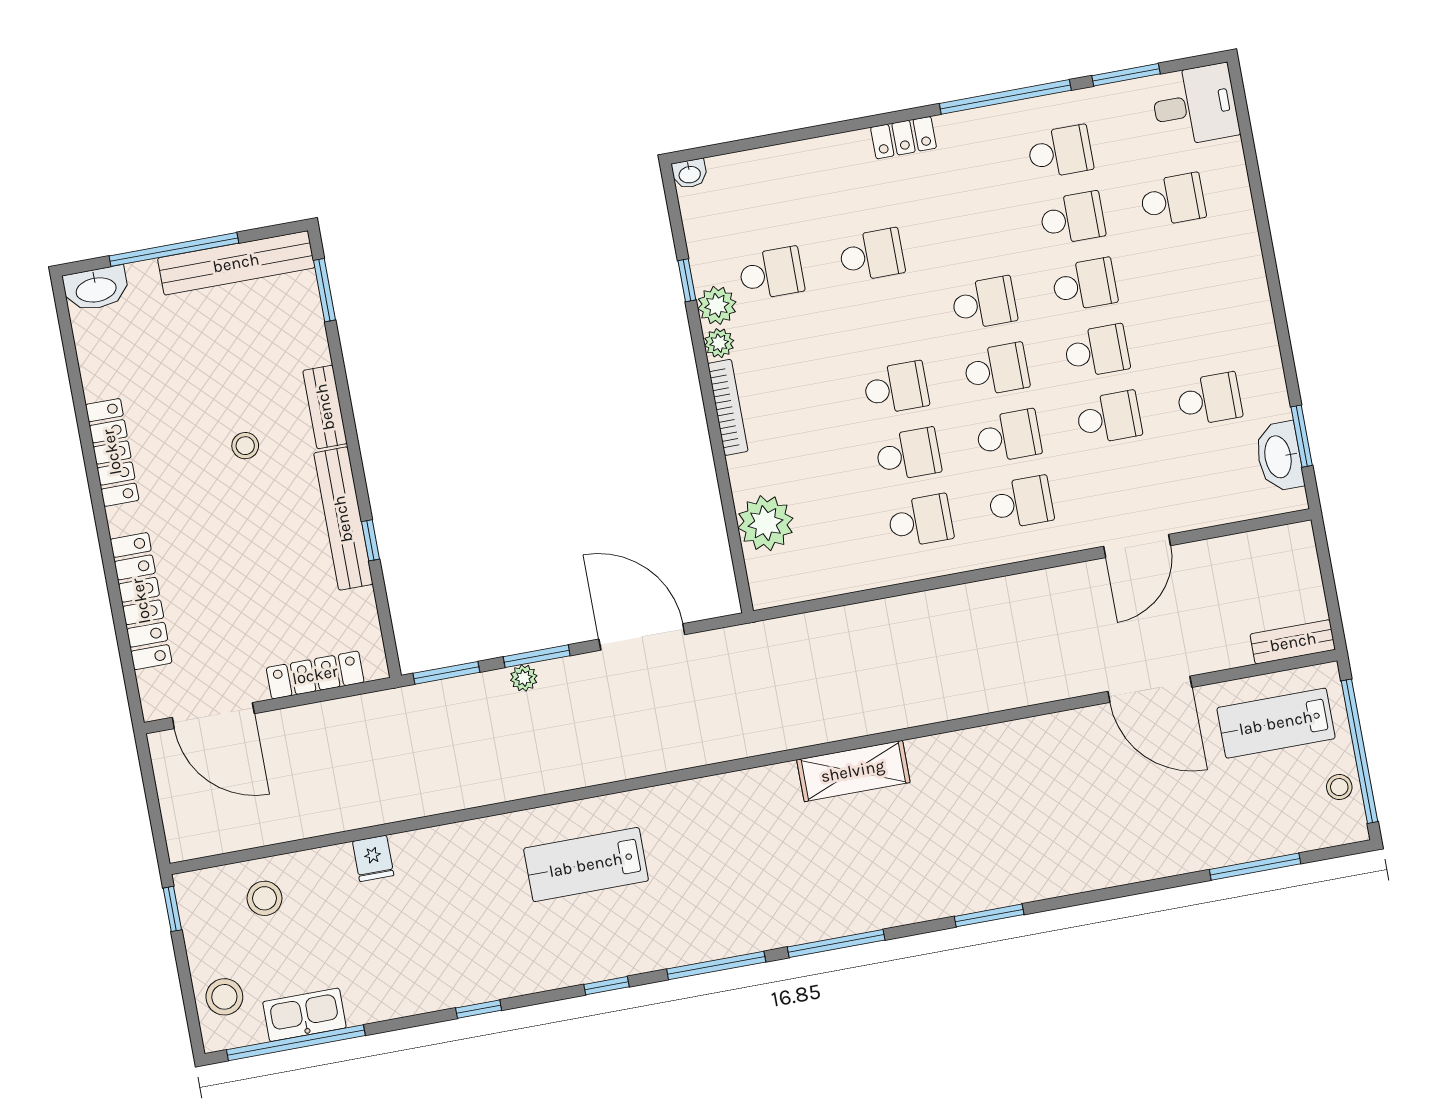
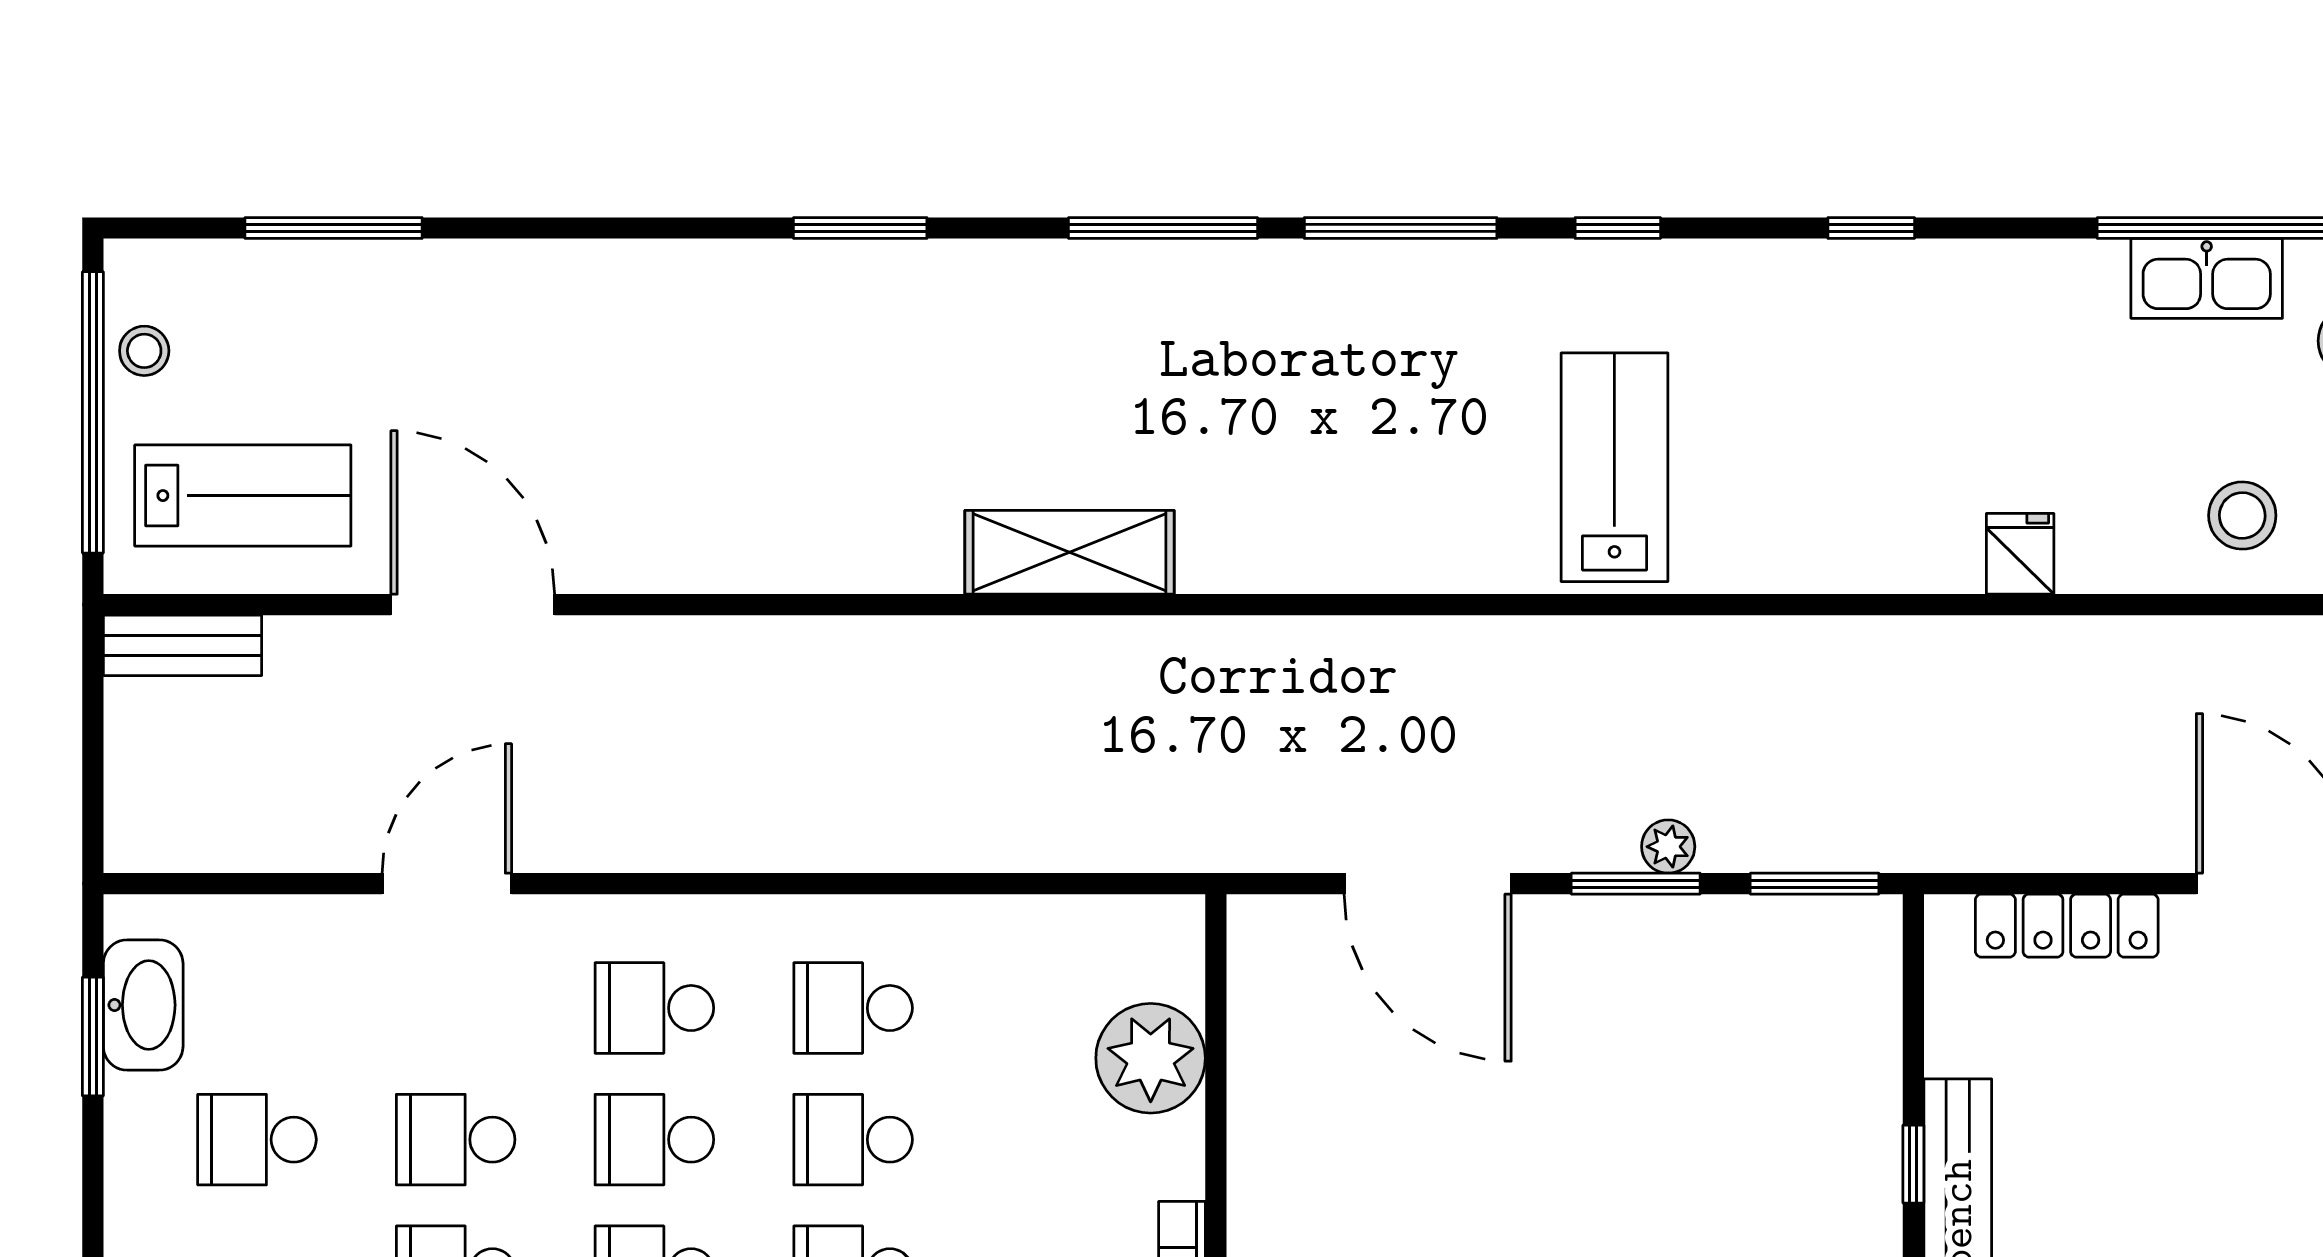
lab bench: (586, 865) -> (1614, 467), turned -90

